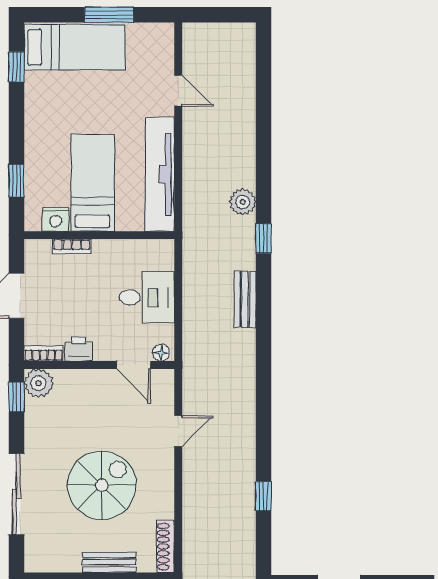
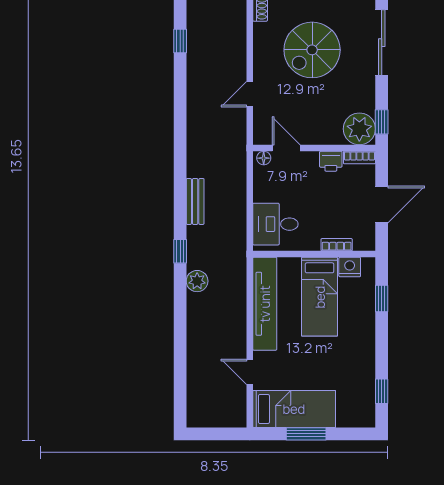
bed: (75, 47) -> (294, 409), moved, turned 180
desk: (147, 297) -> (275, 224), moved
plant: (39, 383) -> (359, 129), width x1.36, depth x1.36

